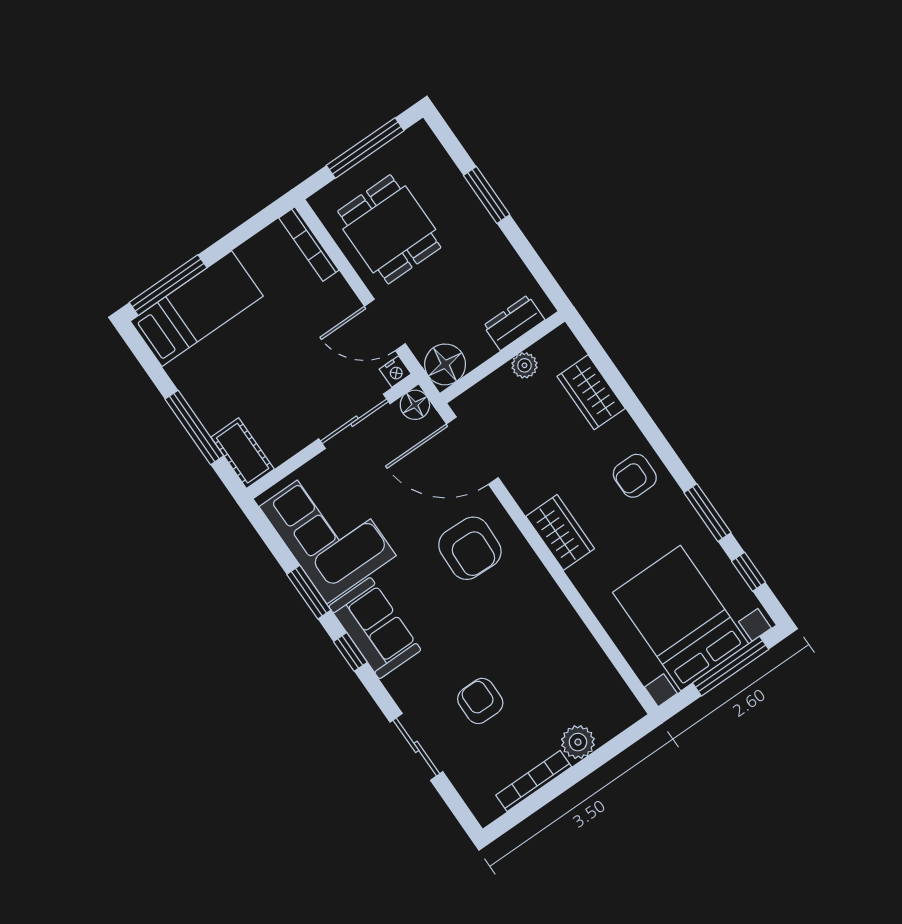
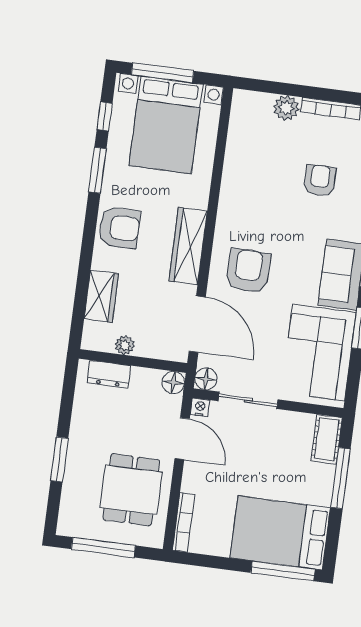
bed: (197, 309) -> (280, 533), width x1.50
floor lamp: (445, 364) -> (173, 382), width x0.73, depth x0.73
armchair: (635, 476) -> (119, 228), width x1.38, depth x1.38
wardrobe: (560, 532) -> (188, 246), width x1.50
armchair: (480, 701) -> (320, 180), turned 180

